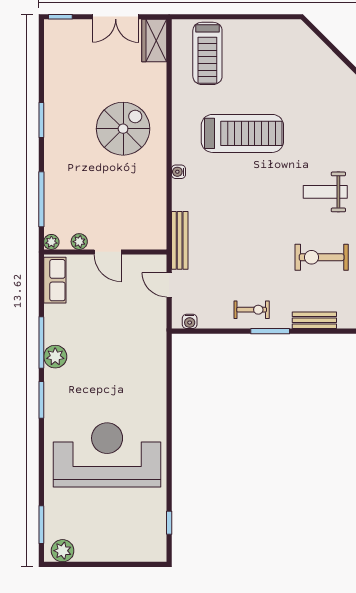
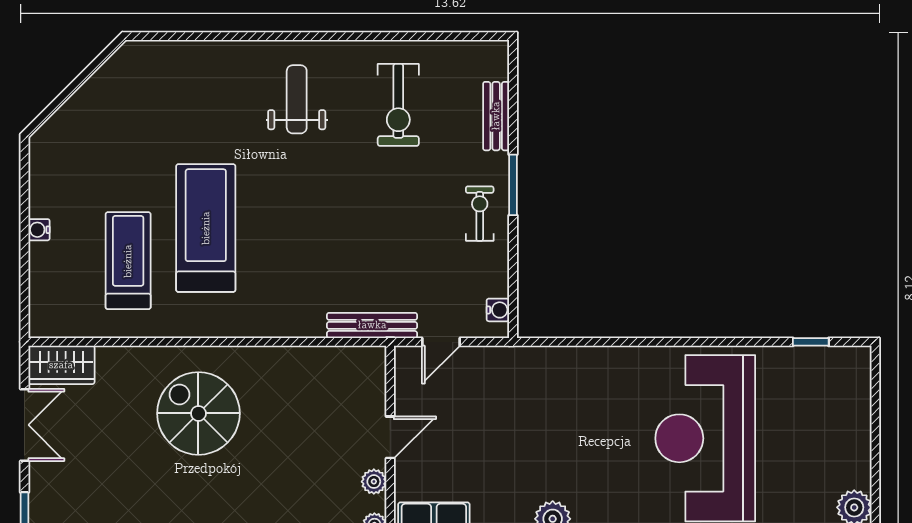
treadmill: (207, 53) -> (128, 261), moved, turned -90
water cooler: (178, 172) -> (39, 230), moved, turned 90
weight bench: (325, 192) -> (297, 99), turned 180

